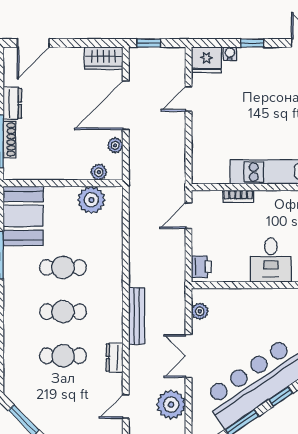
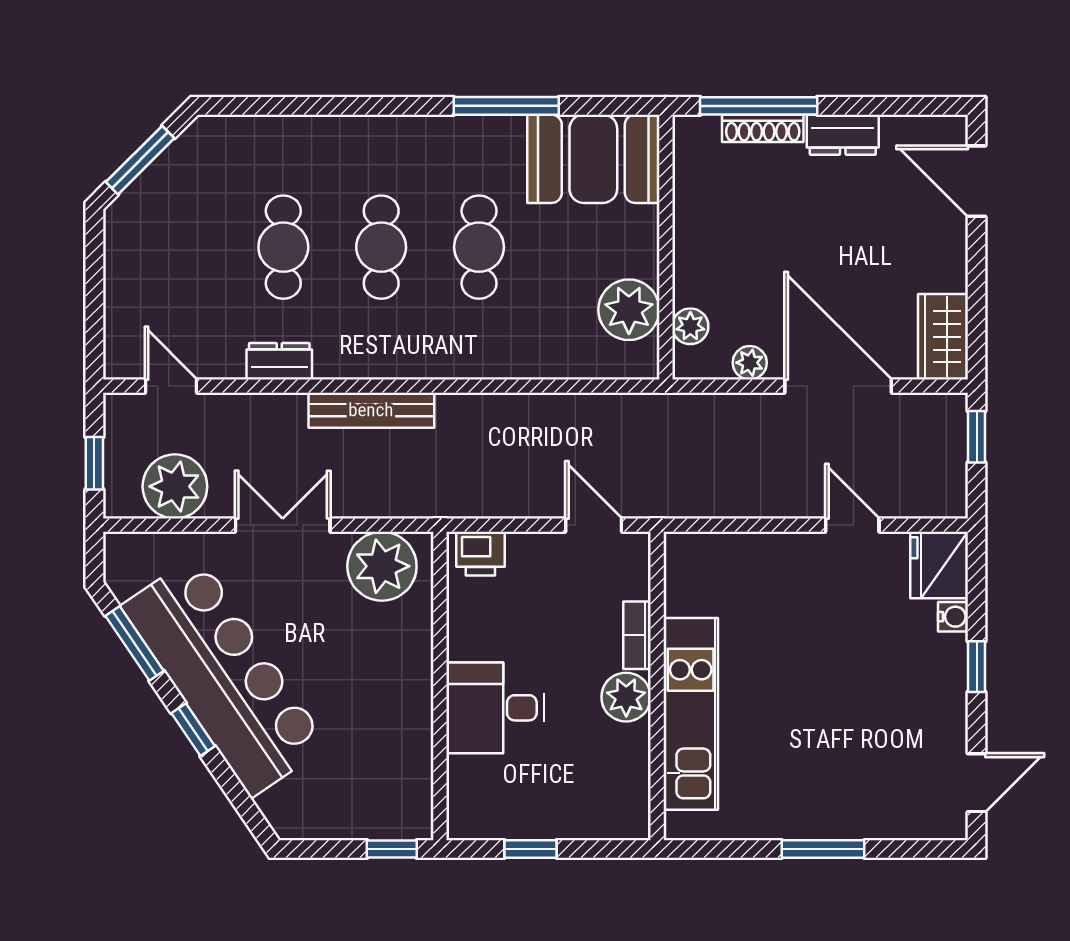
plant: (266, 201) -> (626, 697), added
plant: (200, 311) -> (382, 566), width x1.87, depth x1.87

